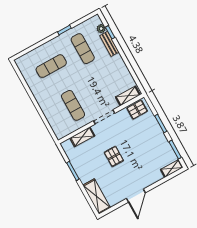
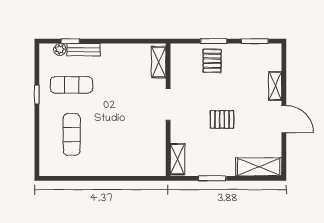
exercise mat: (73, 105) -> (133, 134), removed
pallet: (137, 110) -> (212, 61), moved
shelving: (82, 137) -> (177, 159), moved
shelving: (172, 168) -> (275, 86), moved

